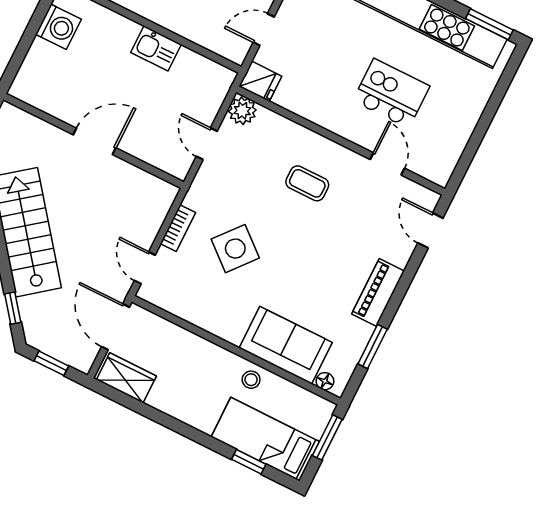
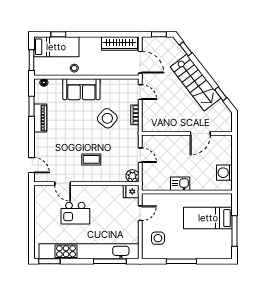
door: (95, 141) -> (200, 133), moved
piano: (378, 292) -> (40, 118), moved
sofa: (286, 345) -> (81, 89), moved
wardrobe: (126, 378) -> (119, 43), width x1.50

